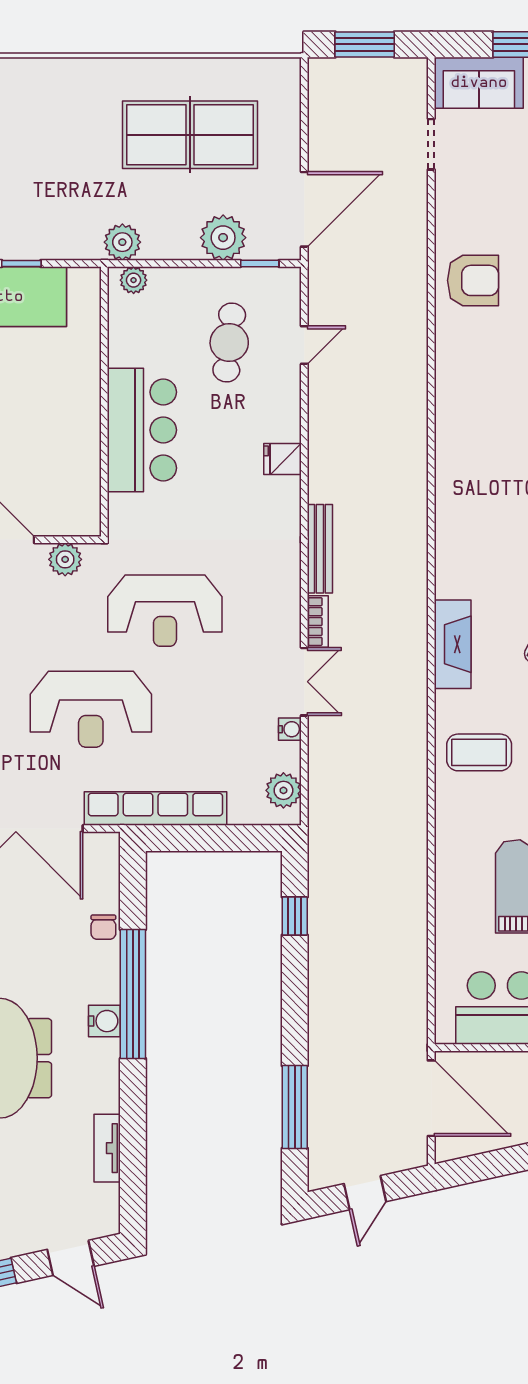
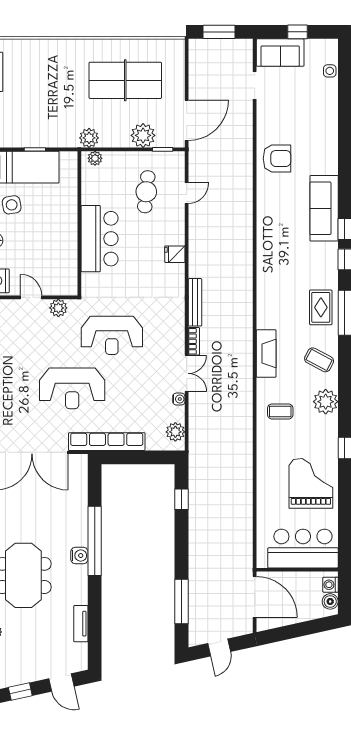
coffee table: (479, 752) -> (280, 411), width x0.73, depth x0.77
chair: (103, 927) -> (79, 505), removed

